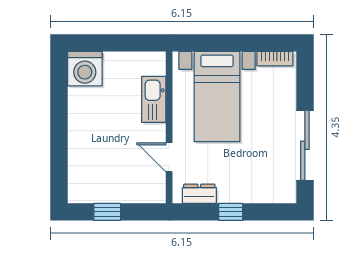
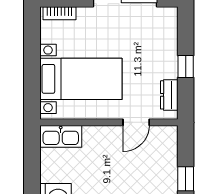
bookcase: (275, 59) -> (59, 13), moved, turned 90
kitchen sink: (154, 99) -> (61, 136), moved

